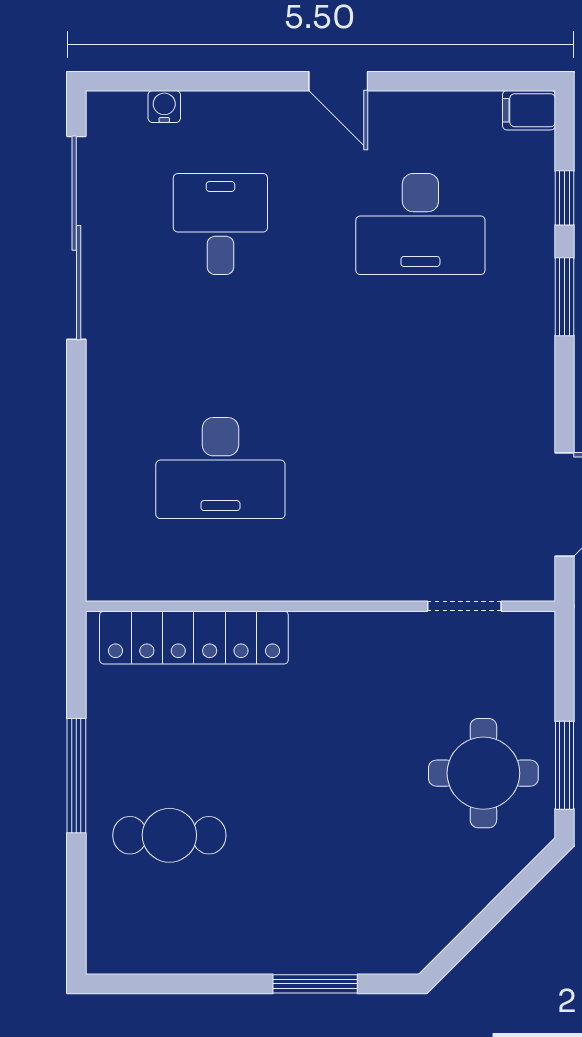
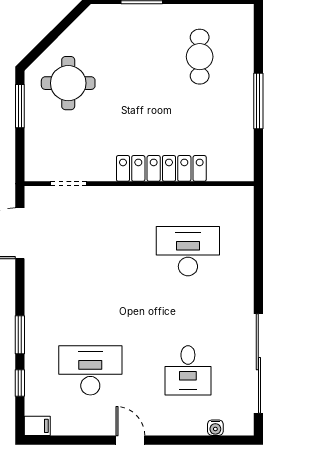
locker: (194, 637) -> (161, 168), moved
round table: (483, 773) -> (68, 83), moved
cafe table: (169, 835) -> (200, 57), moved, turned 90

